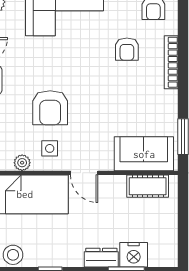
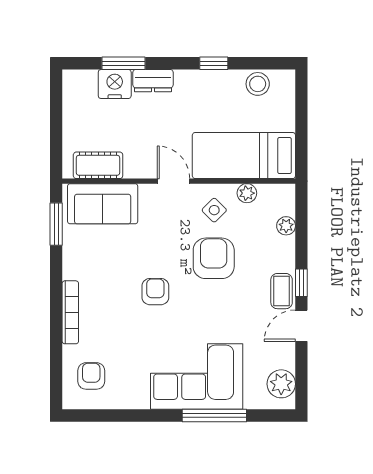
armchair: (127, 49) -> (155, 292), moved
side table: (50, 148) -> (214, 210), turned 45

